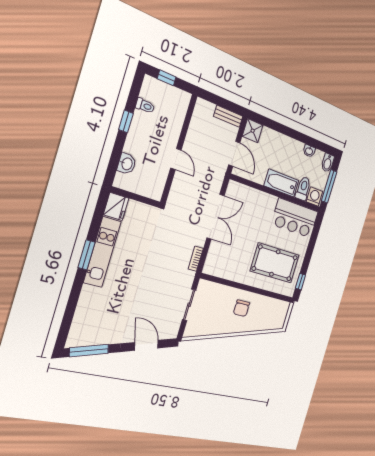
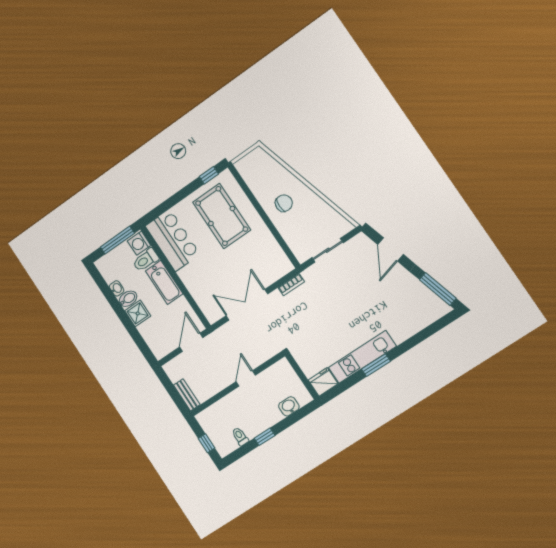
bench: (228, 116) -> (187, 395), moved
shower: (253, 131) -> (138, 313), moved
bidet: (328, 163) -> (128, 299), moved

